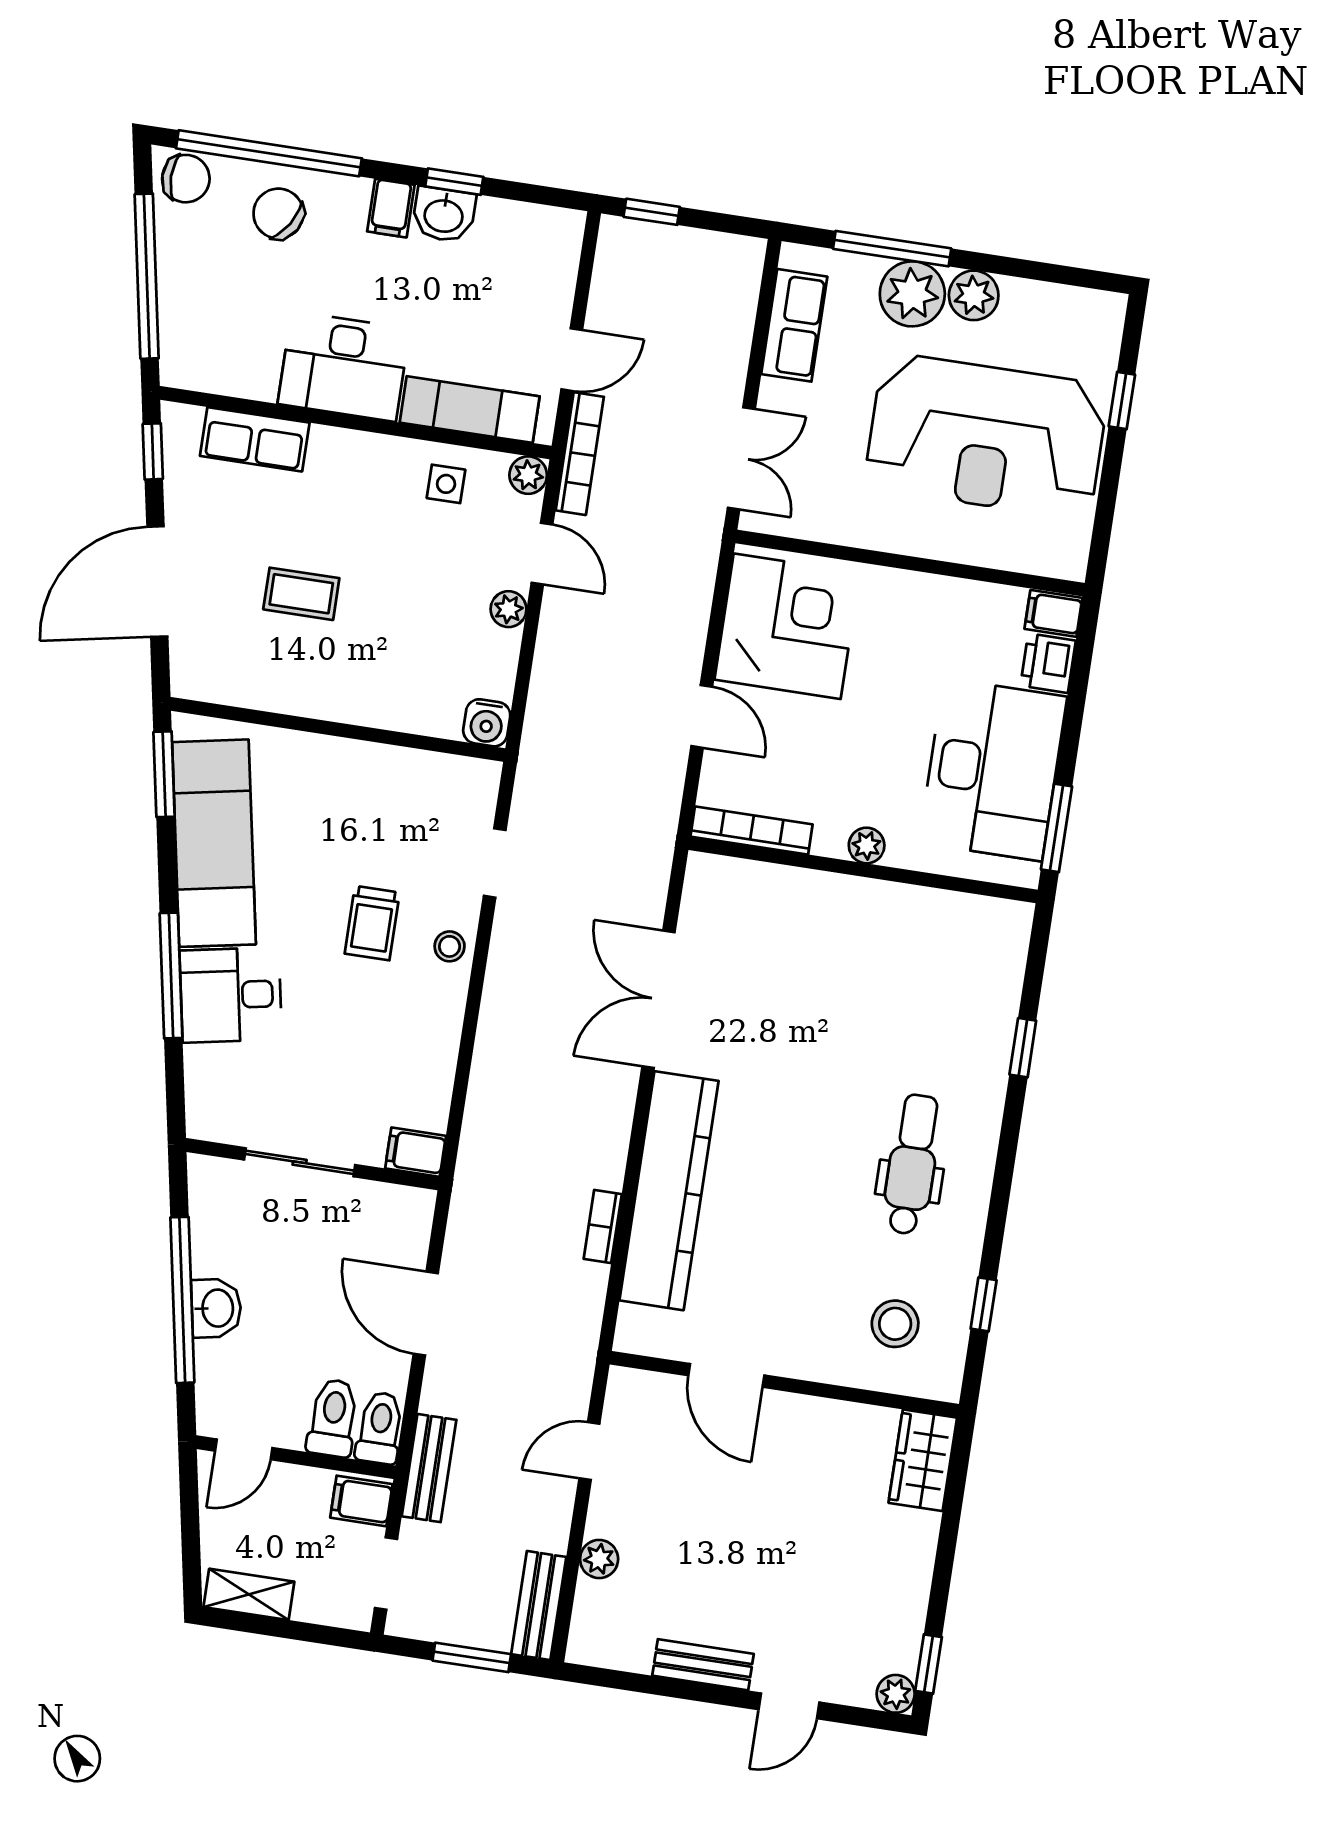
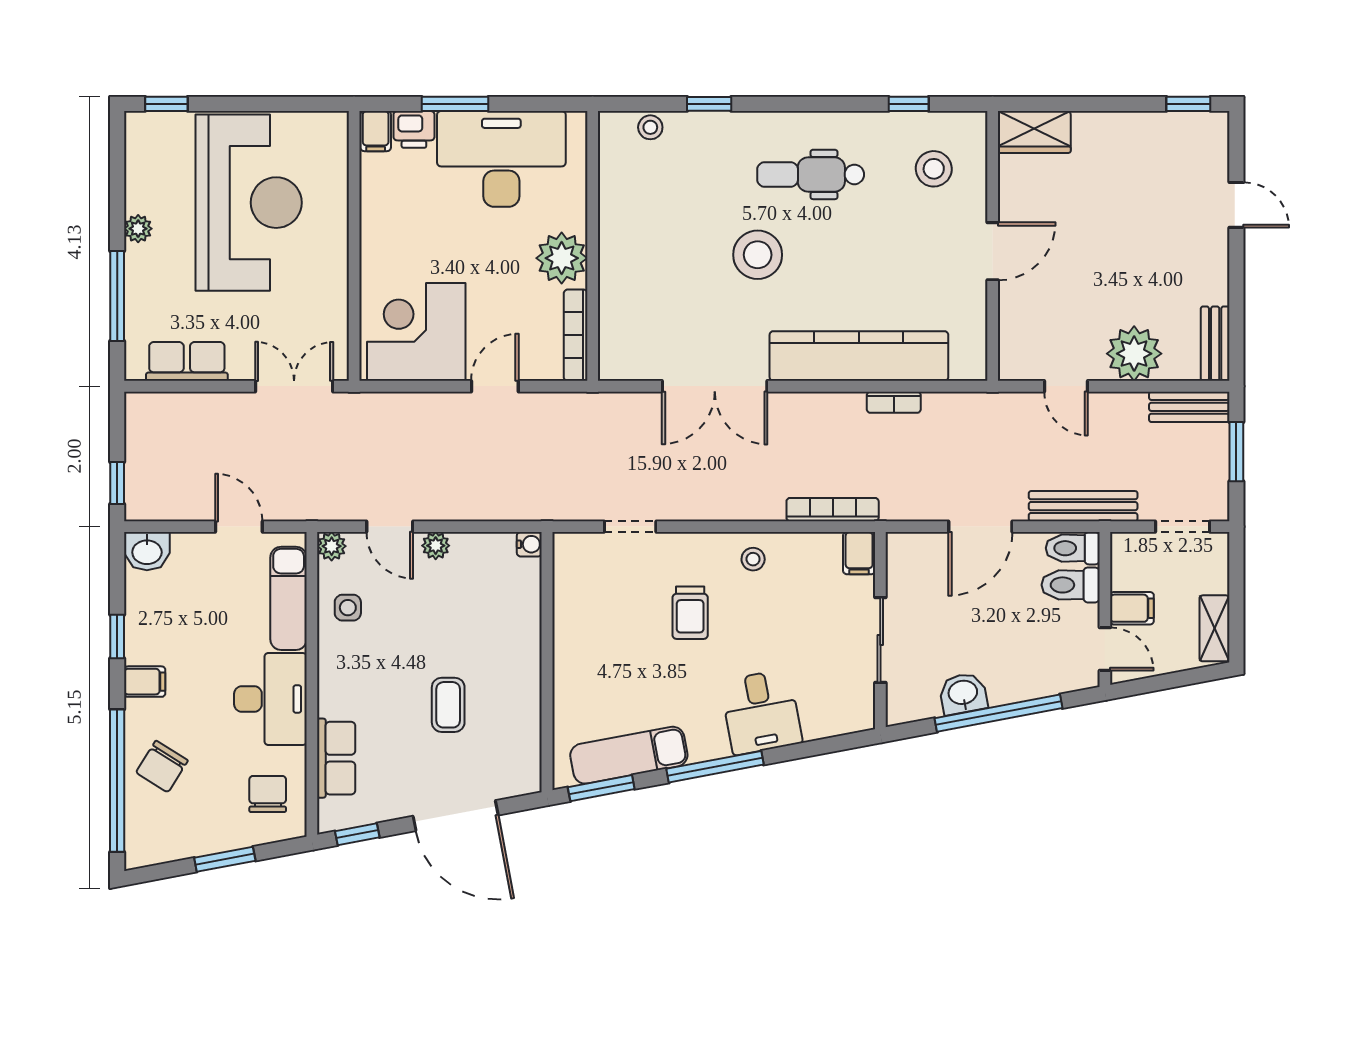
chair: (186, 179) -> (268, 794), moved
washbasin: (444, 215) -> (147, 551), moved, turned 90
window: (147, 276) -> (225, 859), width x0.47
plant: (912, 294) -> (149, 275), removed
plant: (974, 295) -> (138, 229), width x0.73, depth x0.73
window: (1122, 401) -> (166, 104), moved
bookcase: (580, 454) -> (833, 510), moved
door: (542, 554) -> (390, 527), swing flipped
water cooler: (487, 723) -> (529, 544), width x0.72, depth x0.72
window: (1056, 828) -> (455, 104), moved
exam couch: (214, 843) -> (629, 755), width x0.73, depth x0.69
plant: (867, 846) -> (562, 258), width x1.88, depth x1.88
trolley: (372, 923) -> (690, 613), turned 90
stool: (450, 946) -> (753, 559), moved
stool: (1004, 967) -> (650, 127), added
window: (171, 975) -> (715, 767), moved
stool: (819, 1080) -> (758, 255), added
washbasin: (216, 1308) -> (963, 694), moved
door: (726, 1375) -> (993, 251), moved
bench: (429, 1468) -> (1083, 506), width x1.36
filing cabinet: (361, 1501) -> (1132, 608), moved, turned -90
plant: (599, 1559) -> (1134, 354), width x1.88, depth x1.88
bench: (703, 1665) -> (1215, 344), moved
plant: (896, 1694) -> (1215, 125), removed

